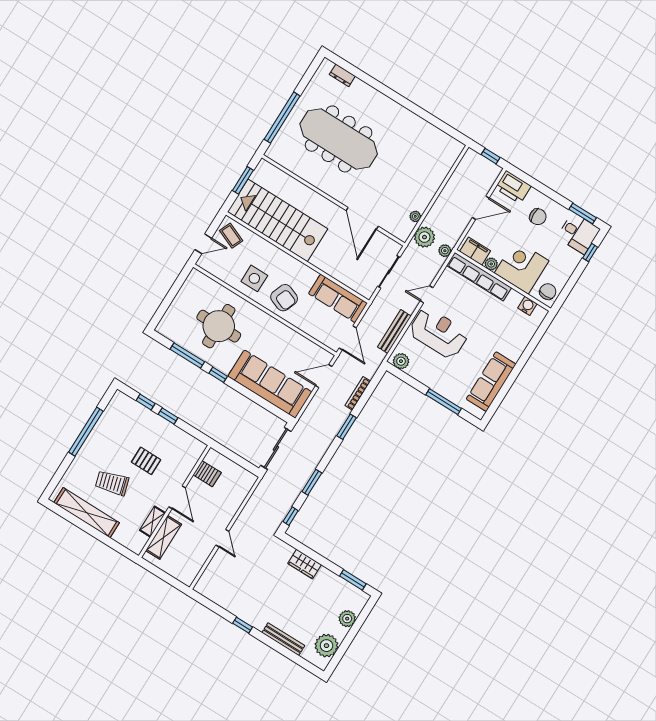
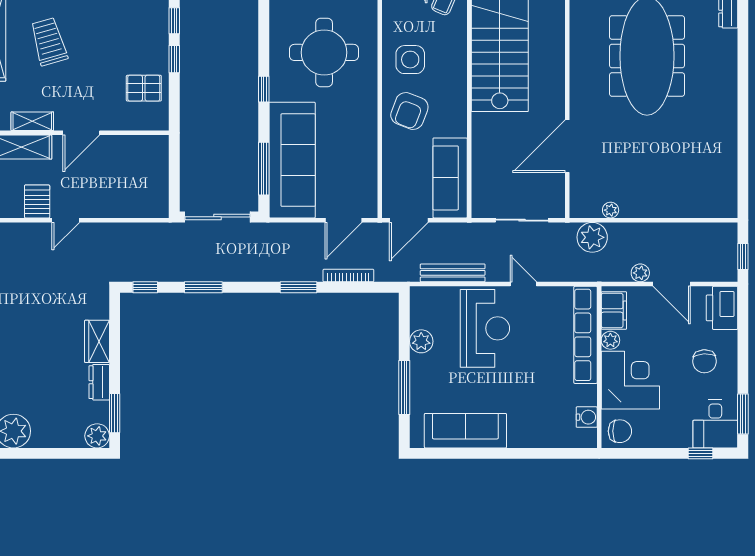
plant: (445, 251) -> (640, 273), moved
window: (187, 356) -> (264, 169), moved
plant: (401, 361) -> (421, 341), moved
door: (324, 376) -> (343, 220), swing flipped
pallet: (146, 461) -> (144, 88), moved, turned 90
server rack: (207, 474) -> (37, 201), moved, turned 180
dresser: (329, 578) -> (99, 382), added
plant: (347, 619) -> (97, 436), moved

